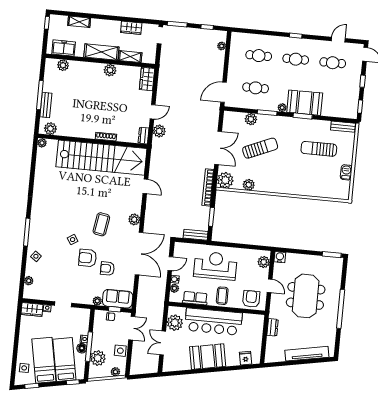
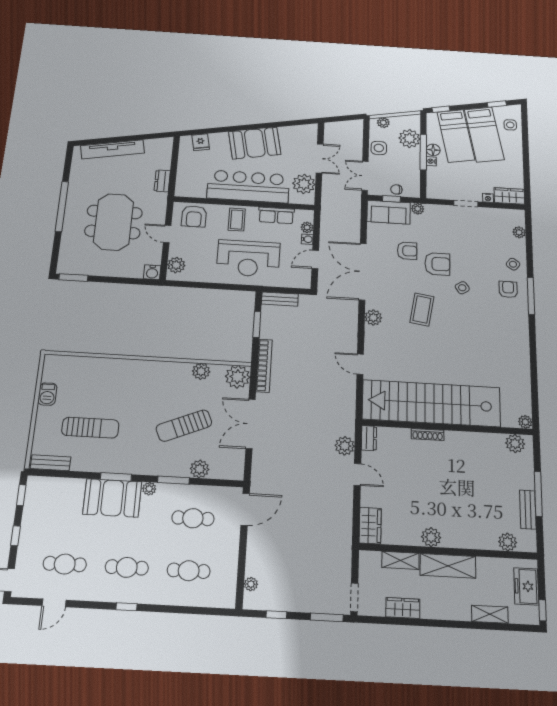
freezer: (64, 48) -> (526, 586), moved, turned 90
bench: (46, 105) -> (528, 510), moved
door: (153, 112) -> (357, 475), swing flipped
armchair: (42, 237) -> (508, 289), added

